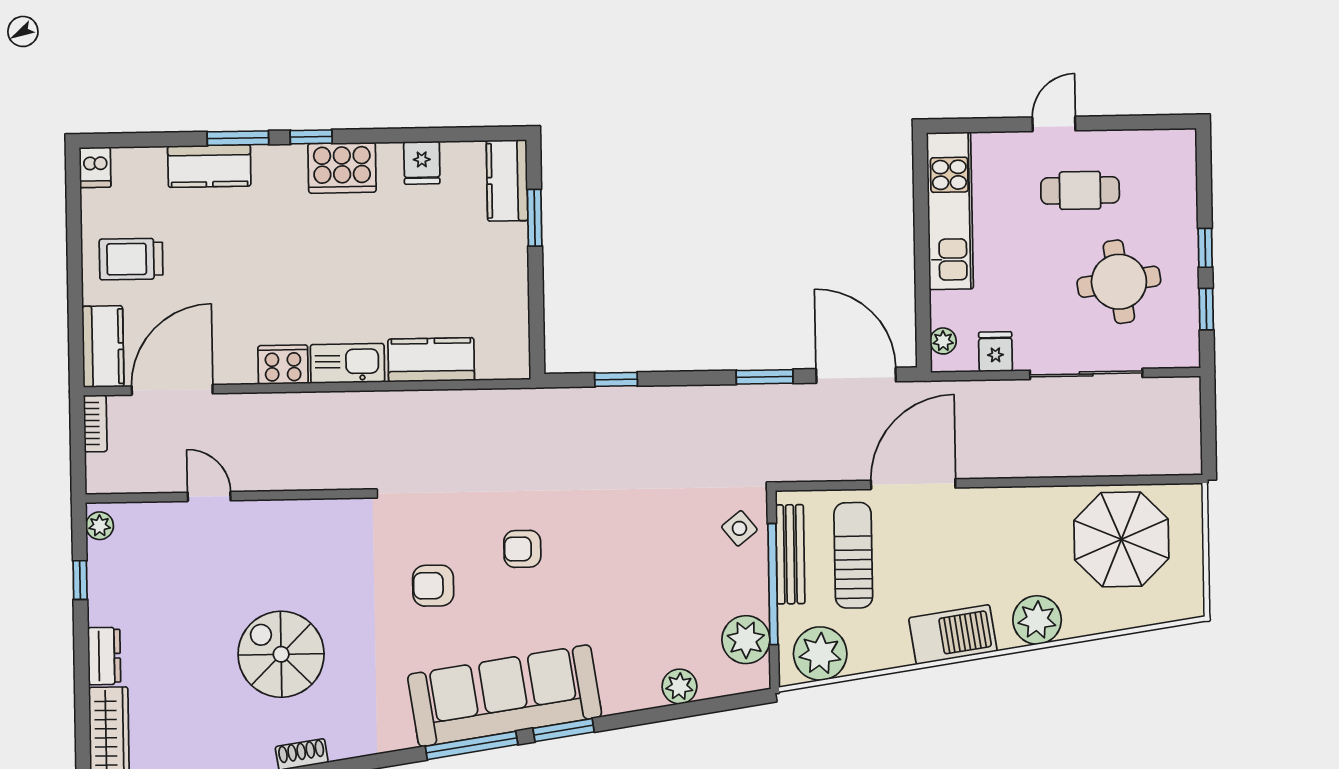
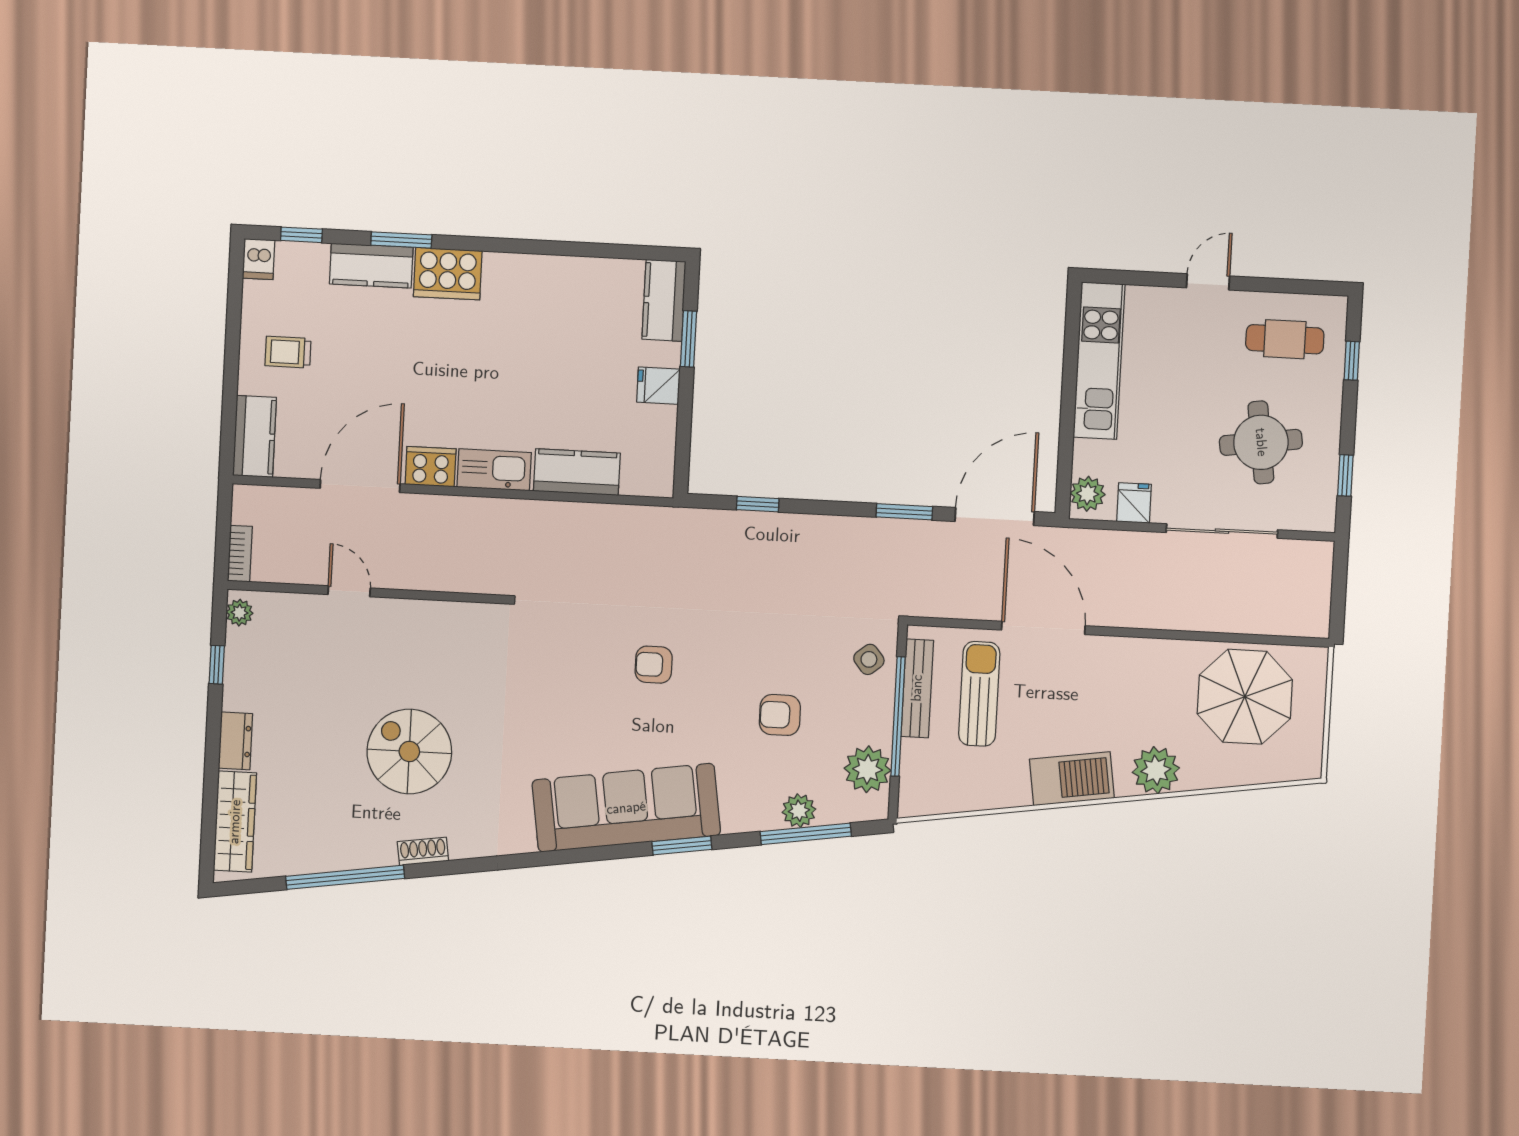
window: (311, 137) -> (301, 235), moved
fridge: (422, 163) -> (658, 386), moved, turned 90
cooker: (342, 168) -> (448, 274), moved
cafe table: (1080, 190) -> (1285, 339), moved
window: (1205, 248) -> (1352, 361), moved
trolley: (131, 259) -> (288, 352), width x0.73, depth x0.72
plant: (943, 341) -> (1088, 494), width x1.38, depth x1.38
door: (856, 375) -> (995, 517), hinge flipped
door: (172, 390) -> (360, 486), moved
bookcase: (95, 423) -> (240, 554), moved
door: (913, 484) -> (1043, 628), hinge flipped
armchair: (433, 586) -> (780, 715), moved
plant: (820, 654) -> (940, 788), removed
window: (472, 745) -> (806, 834), moved

